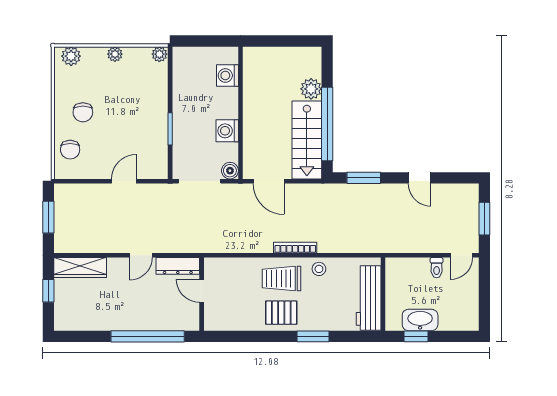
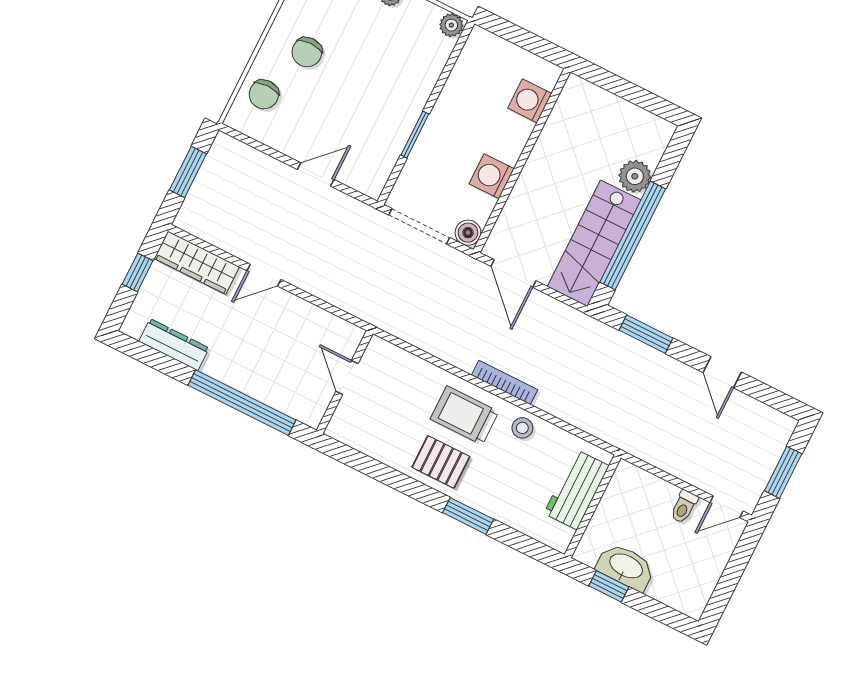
door: (141, 255) -> (264, 275), moved
dresser: (178, 266) -> (174, 345), moved, turned 180
workbench: (369, 298) -> (576, 490), width x0.73

